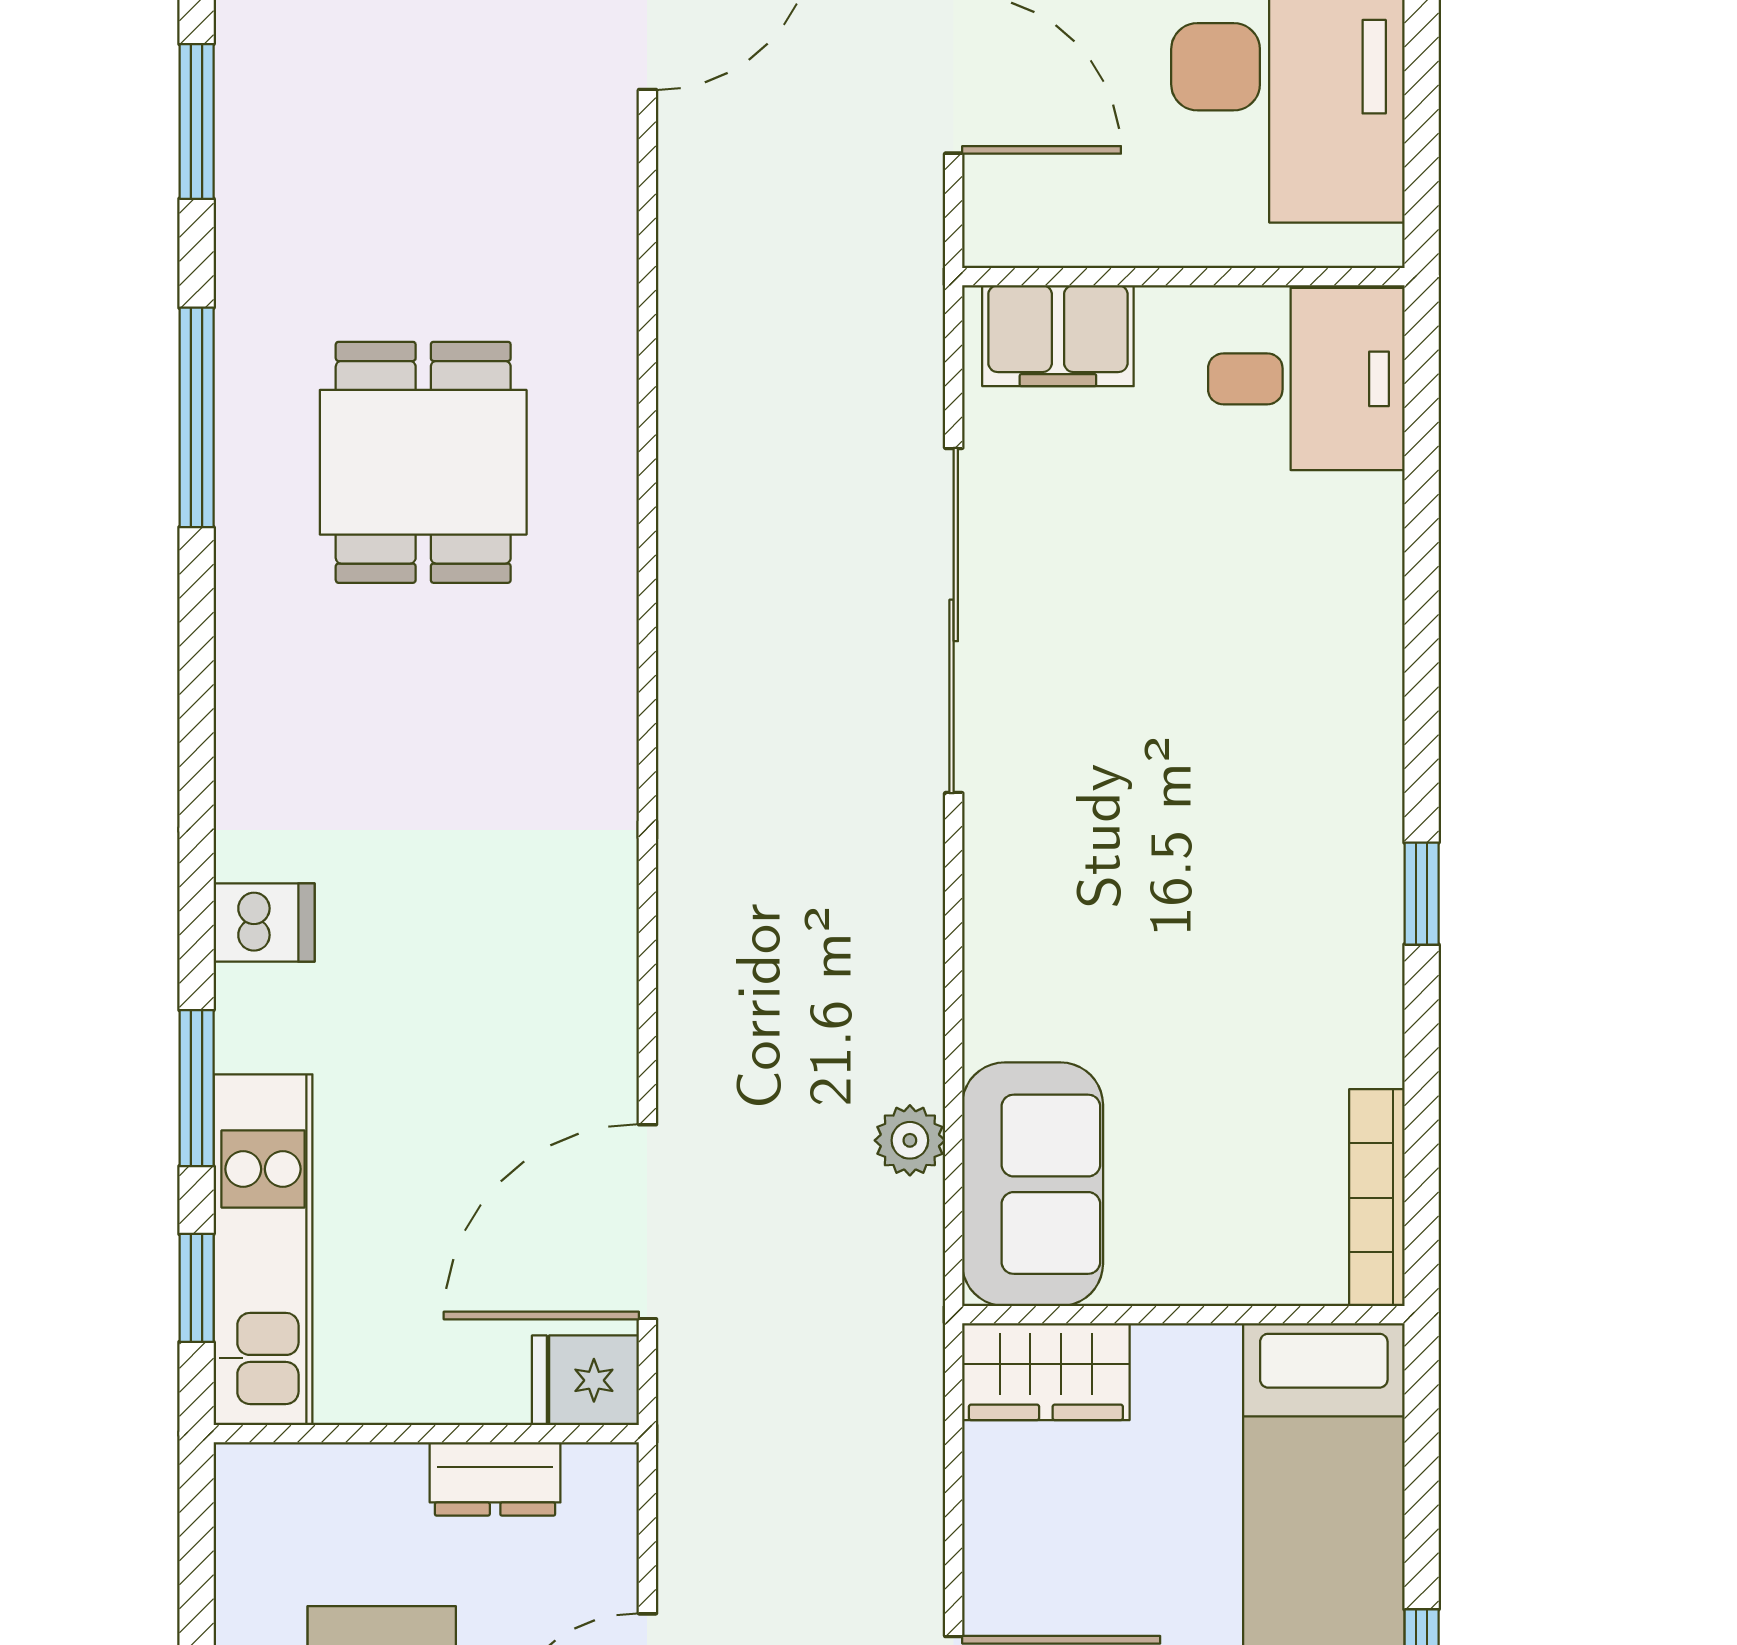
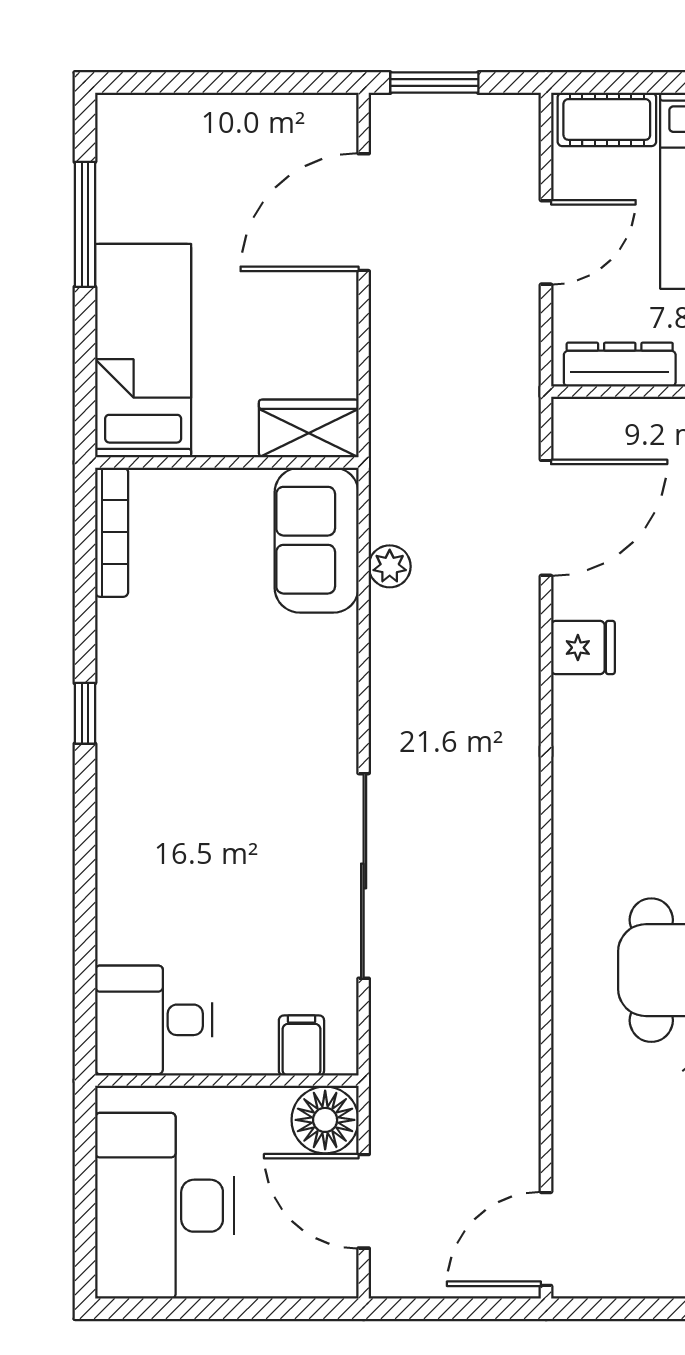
floor lamp: (1018, 211) -> (325, 1120), added
filing cabinet: (1058, 336) -> (301, 1046), width x0.50
fridge: (585, 1380) -> (583, 648), moved
dresser: (495, 1479) -> (620, 365), width x1.44

